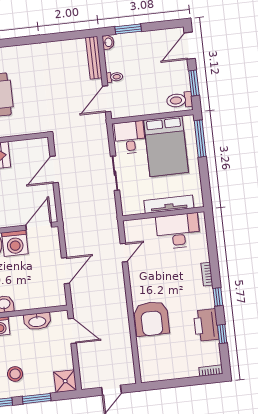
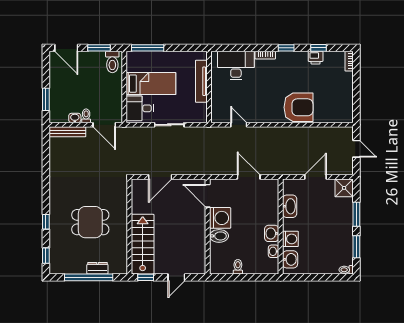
washbasin: (108, 42) -> (75, 118), moved
bed: (166, 146) -> (151, 84), width x0.67
door: (54, 170) -> (160, 177), hinge flipped
desk: (178, 231) -> (236, 65), moved, turned 90
printer: (206, 325) -> (316, 58), width x0.53, depth x0.68
door: (72, 331) -> (316, 177), moved
stool: (15, 374) -> (333, 231), removed

